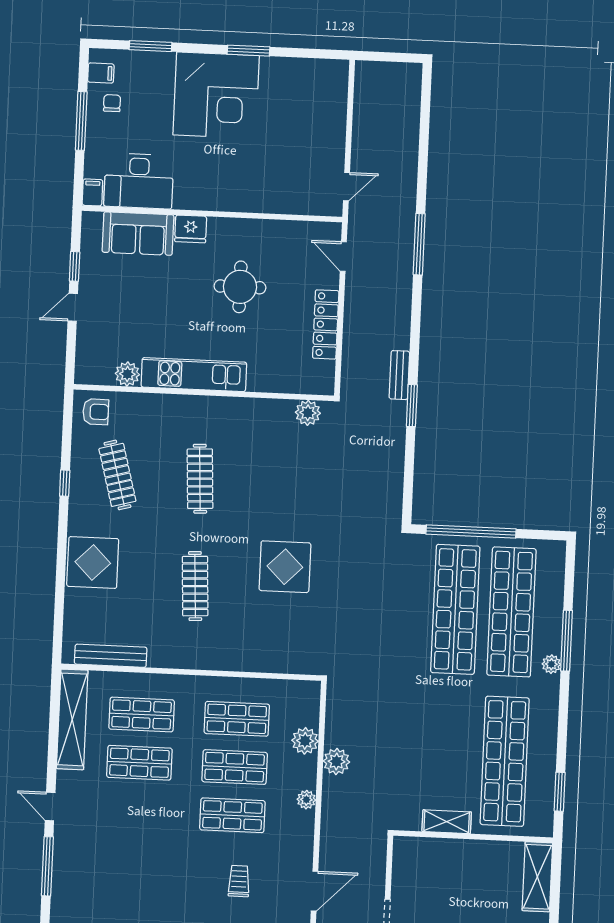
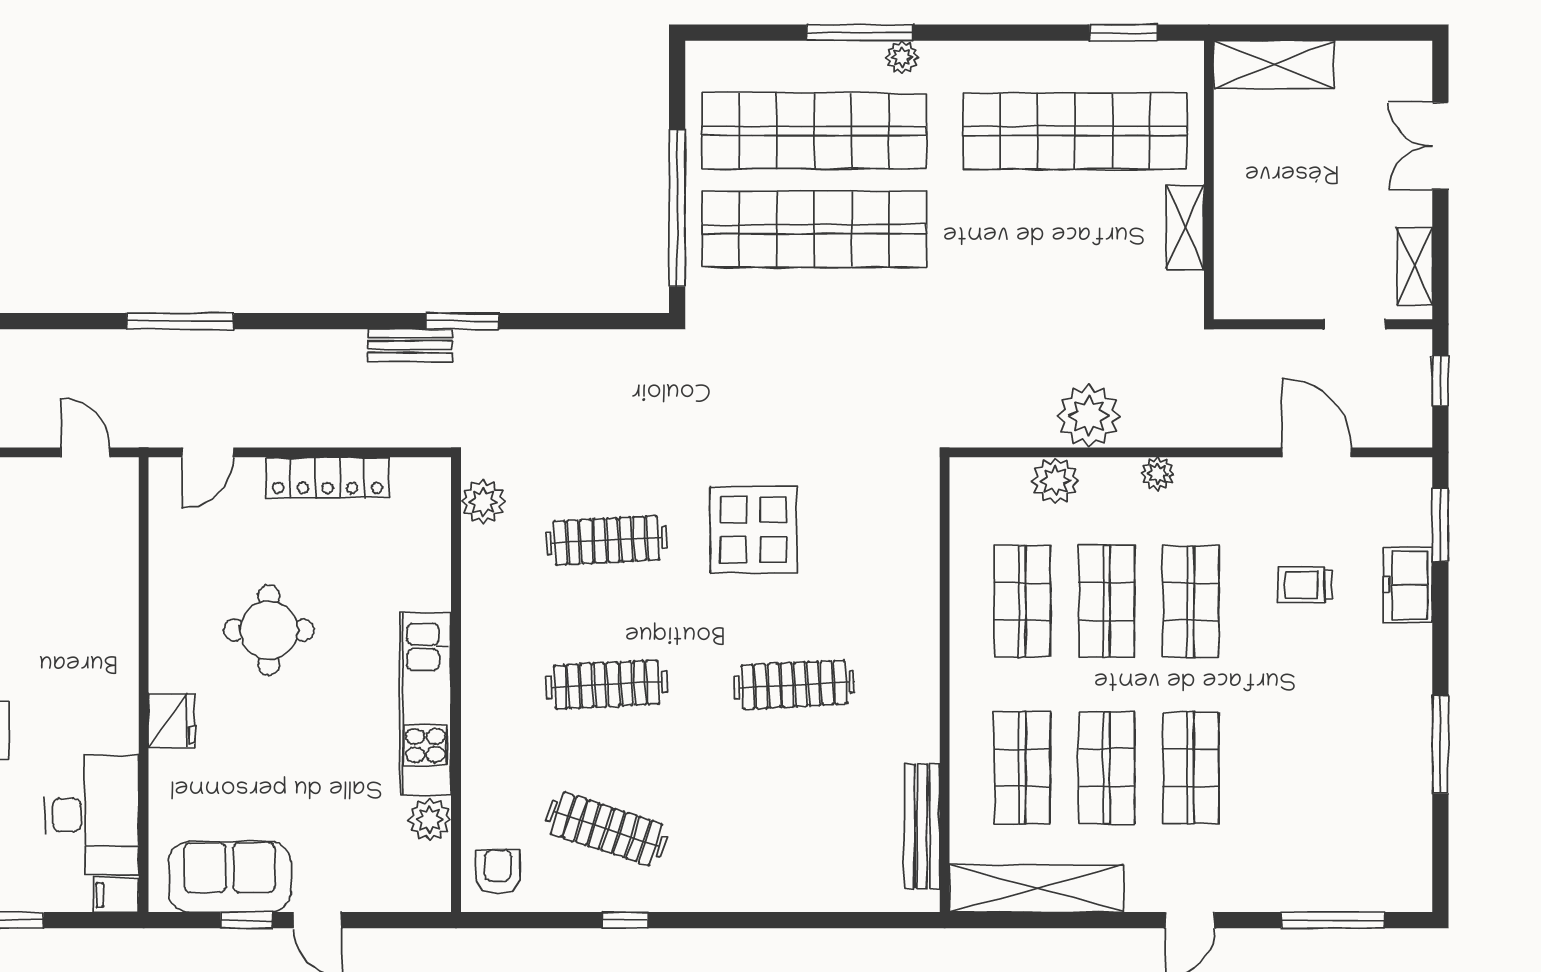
sofa: (138, 234) -> (230, 877), moved, turned -90
clothes rail: (117, 475) -> (607, 829), turned 33
clothes rail: (283, 482) -> (607, 540), added
display table: (93, 563) -> (761, 865), removed
plant: (336, 761) -> (1089, 416), width x1.36, depth x1.36
shop shelf: (137, 811) -> (1191, 768), added
window: (47, 866) -> (1333, 920), moved

